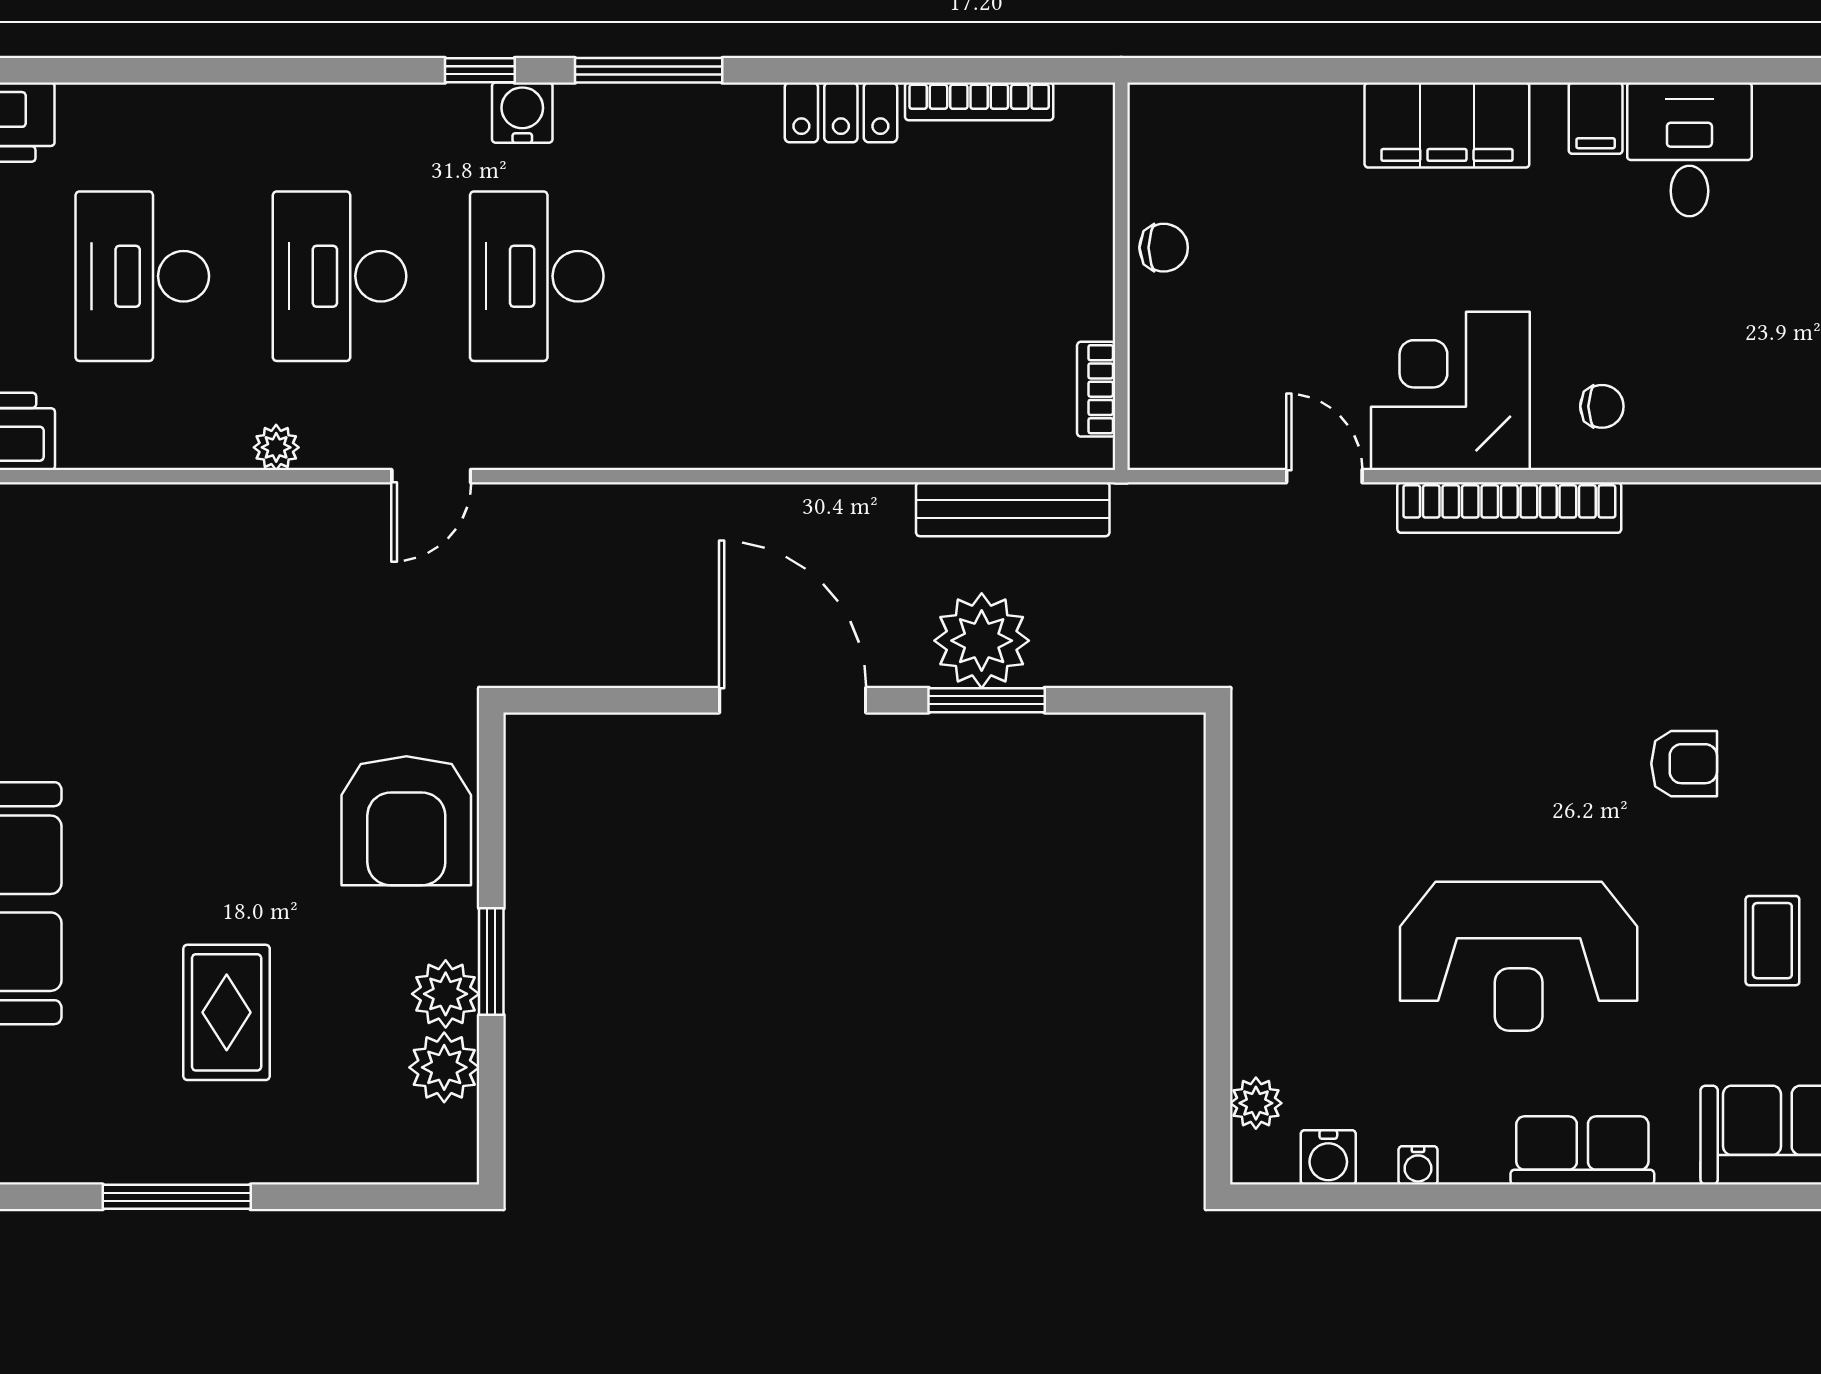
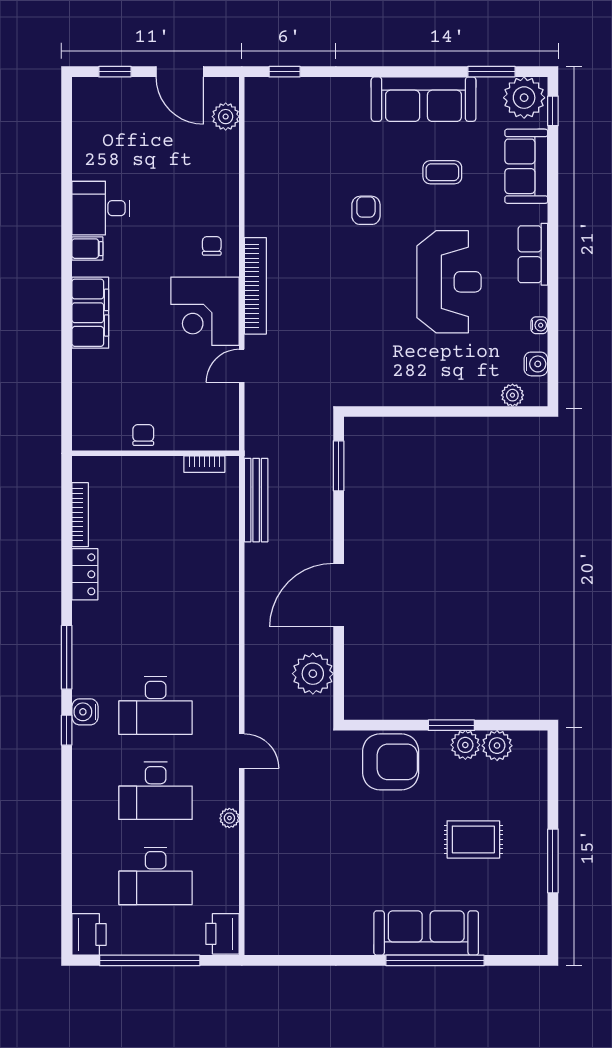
plant: (982, 641) -> (313, 674), moved
window: (987, 700) -> (339, 466), moved

